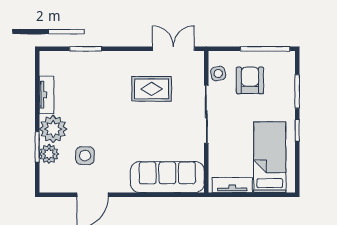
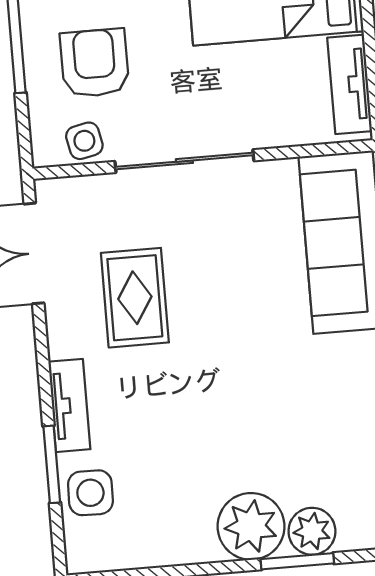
armchair: (250, 80) -> (95, 63), turned 90
tv unit: (46, 95) -> (69, 405), moved, turned 90
side table: (85, 156) -> (90, 493), moved

